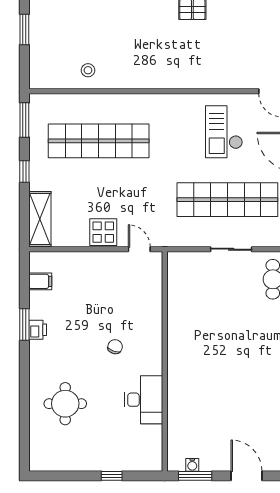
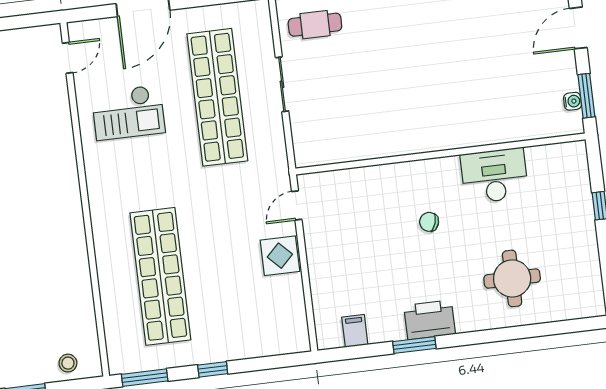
stool: (88, 70) -> (68, 363), moved
shelving: (40, 219) -> (273, 341), removed
printer: (38, 330) -> (430, 320), width x1.87, depth x1.48

